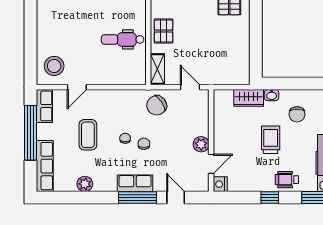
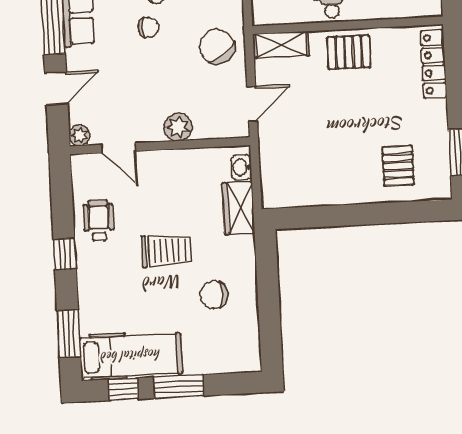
washbasin: (272, 95) -> (241, 167), moved
plant: (201, 144) -> (178, 127), moved
wheelchair: (287, 180) -> (99, 221), moved
nightstand: (220, 184) -> (84, 166), removed
plant: (203, 186) -> (80, 135), added

